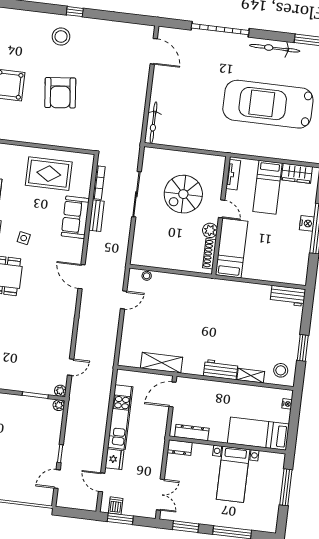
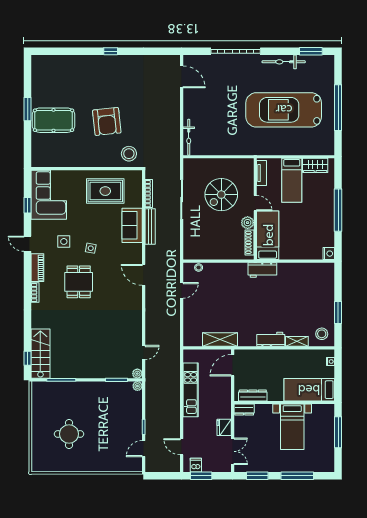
stool: (61, 37) -> (129, 154), moved
bench: (97, 216) -> (150, 227), width x1.36
nightstand: (307, 223) -> (329, 254), moved
workbench: (288, 296) -> (262, 270), moved
fridge: (114, 459) -> (224, 427), moved, turned 180

